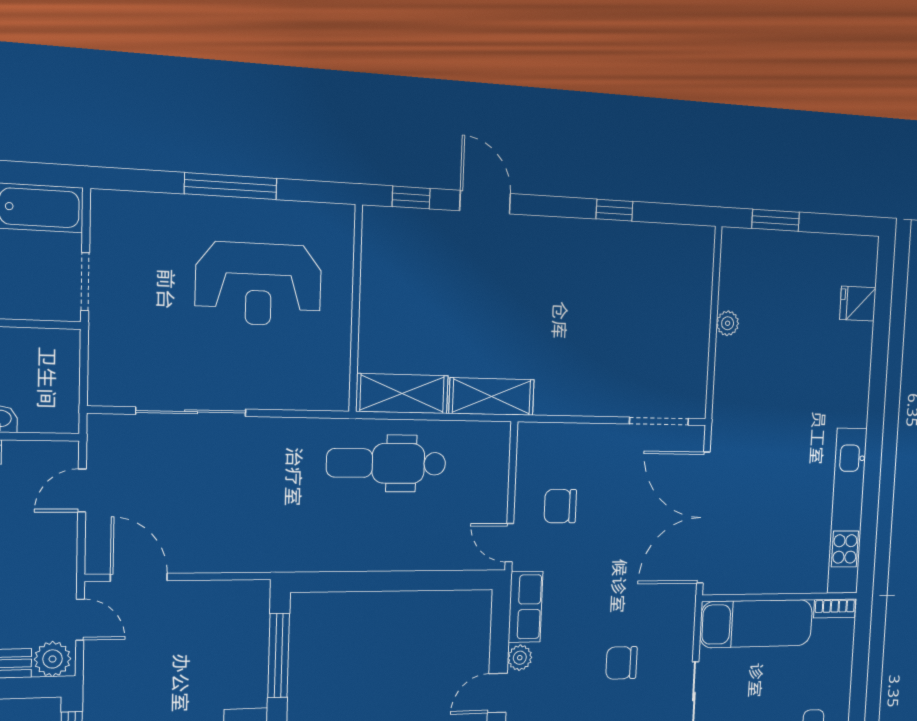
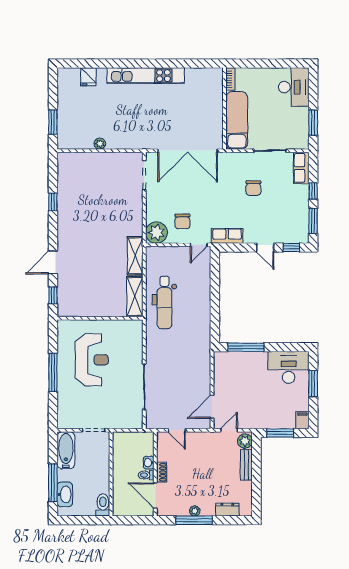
kitchen unit: (847, 511) -> (146, 76), moved
plant: (520, 658) -> (156, 233), moved, width x1.87, depth x1.87

